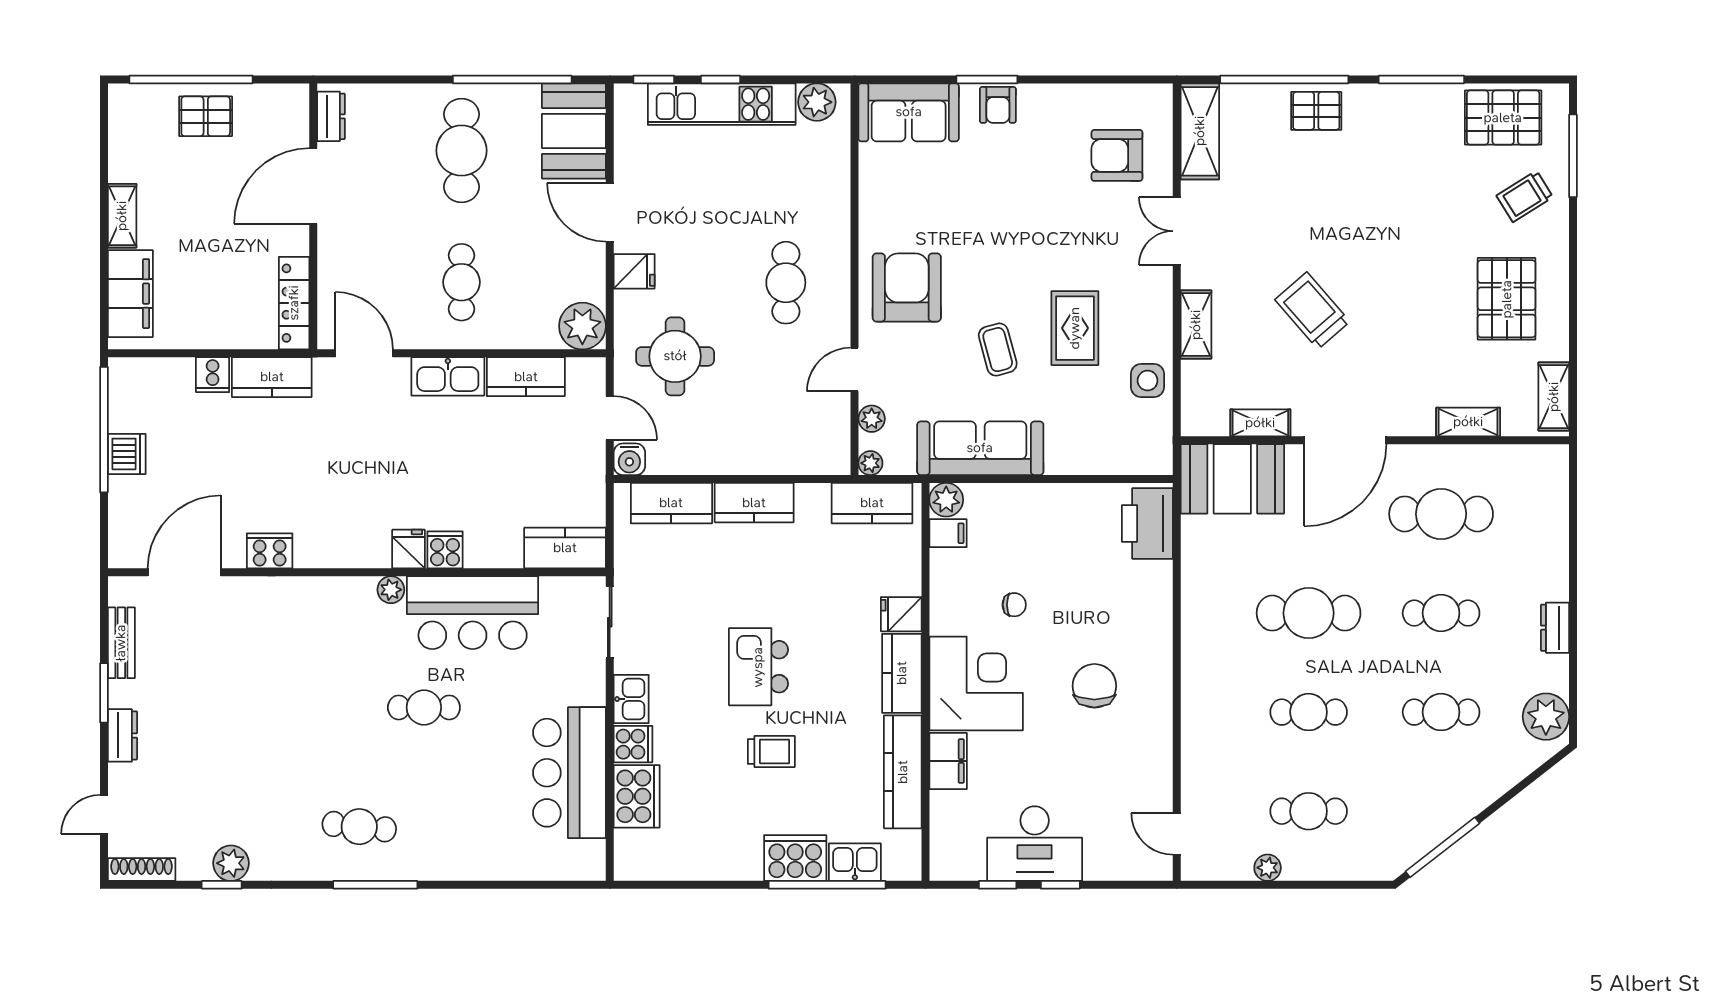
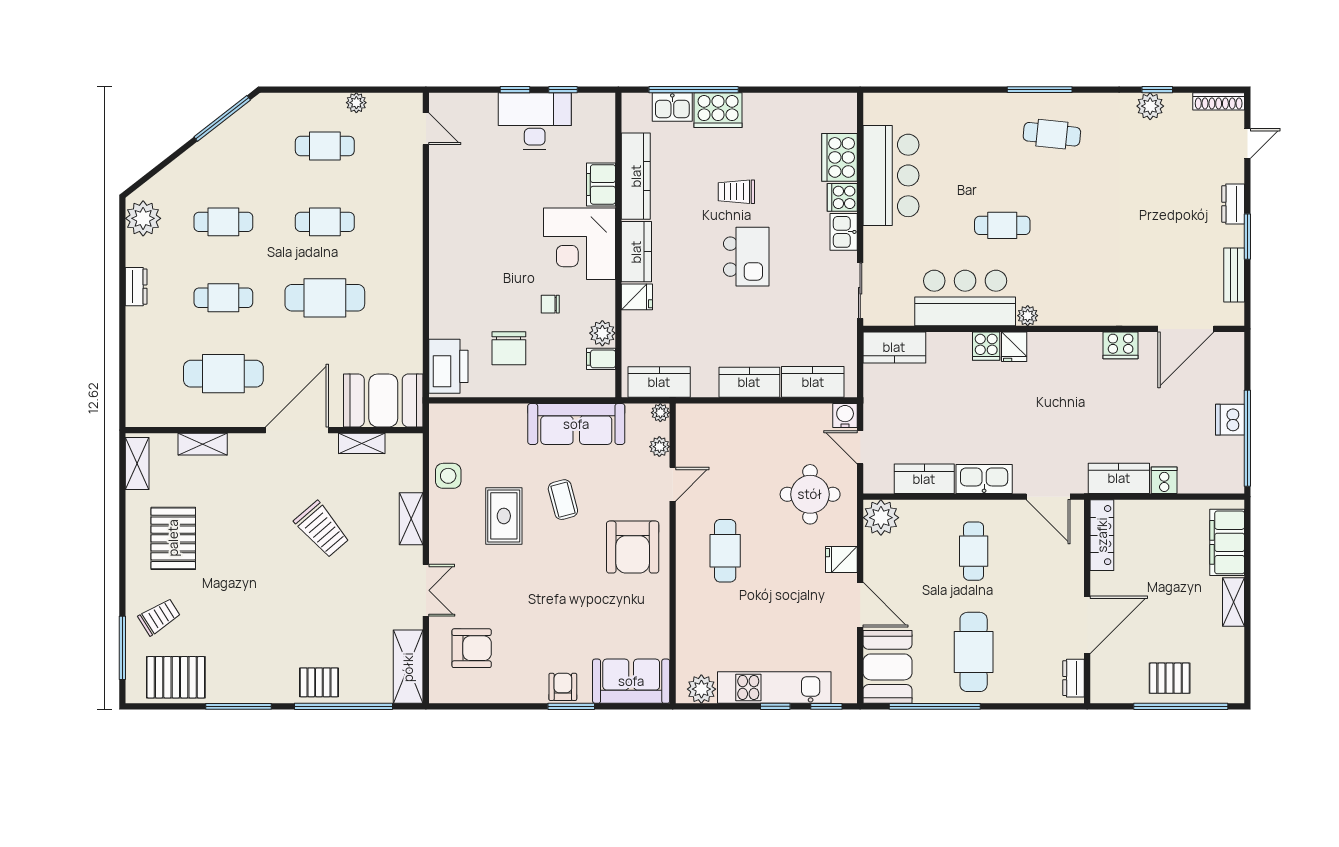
plant: (946, 500) -> (602, 333), moved
chair: (1094, 686) -> (509, 348), moved

